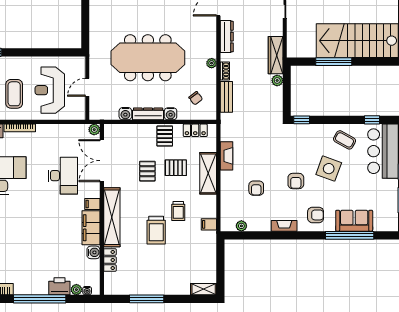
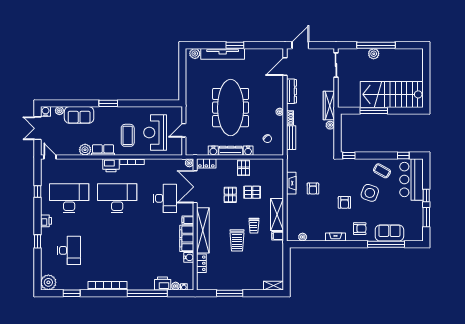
meeting table: (148, 58) -> (231, 108), turned 90
locker: (195, 130) -> (206, 163), moved
shelving: (208, 173) -> (277, 215), moved
armchair: (256, 188) -> (313, 189), moved

